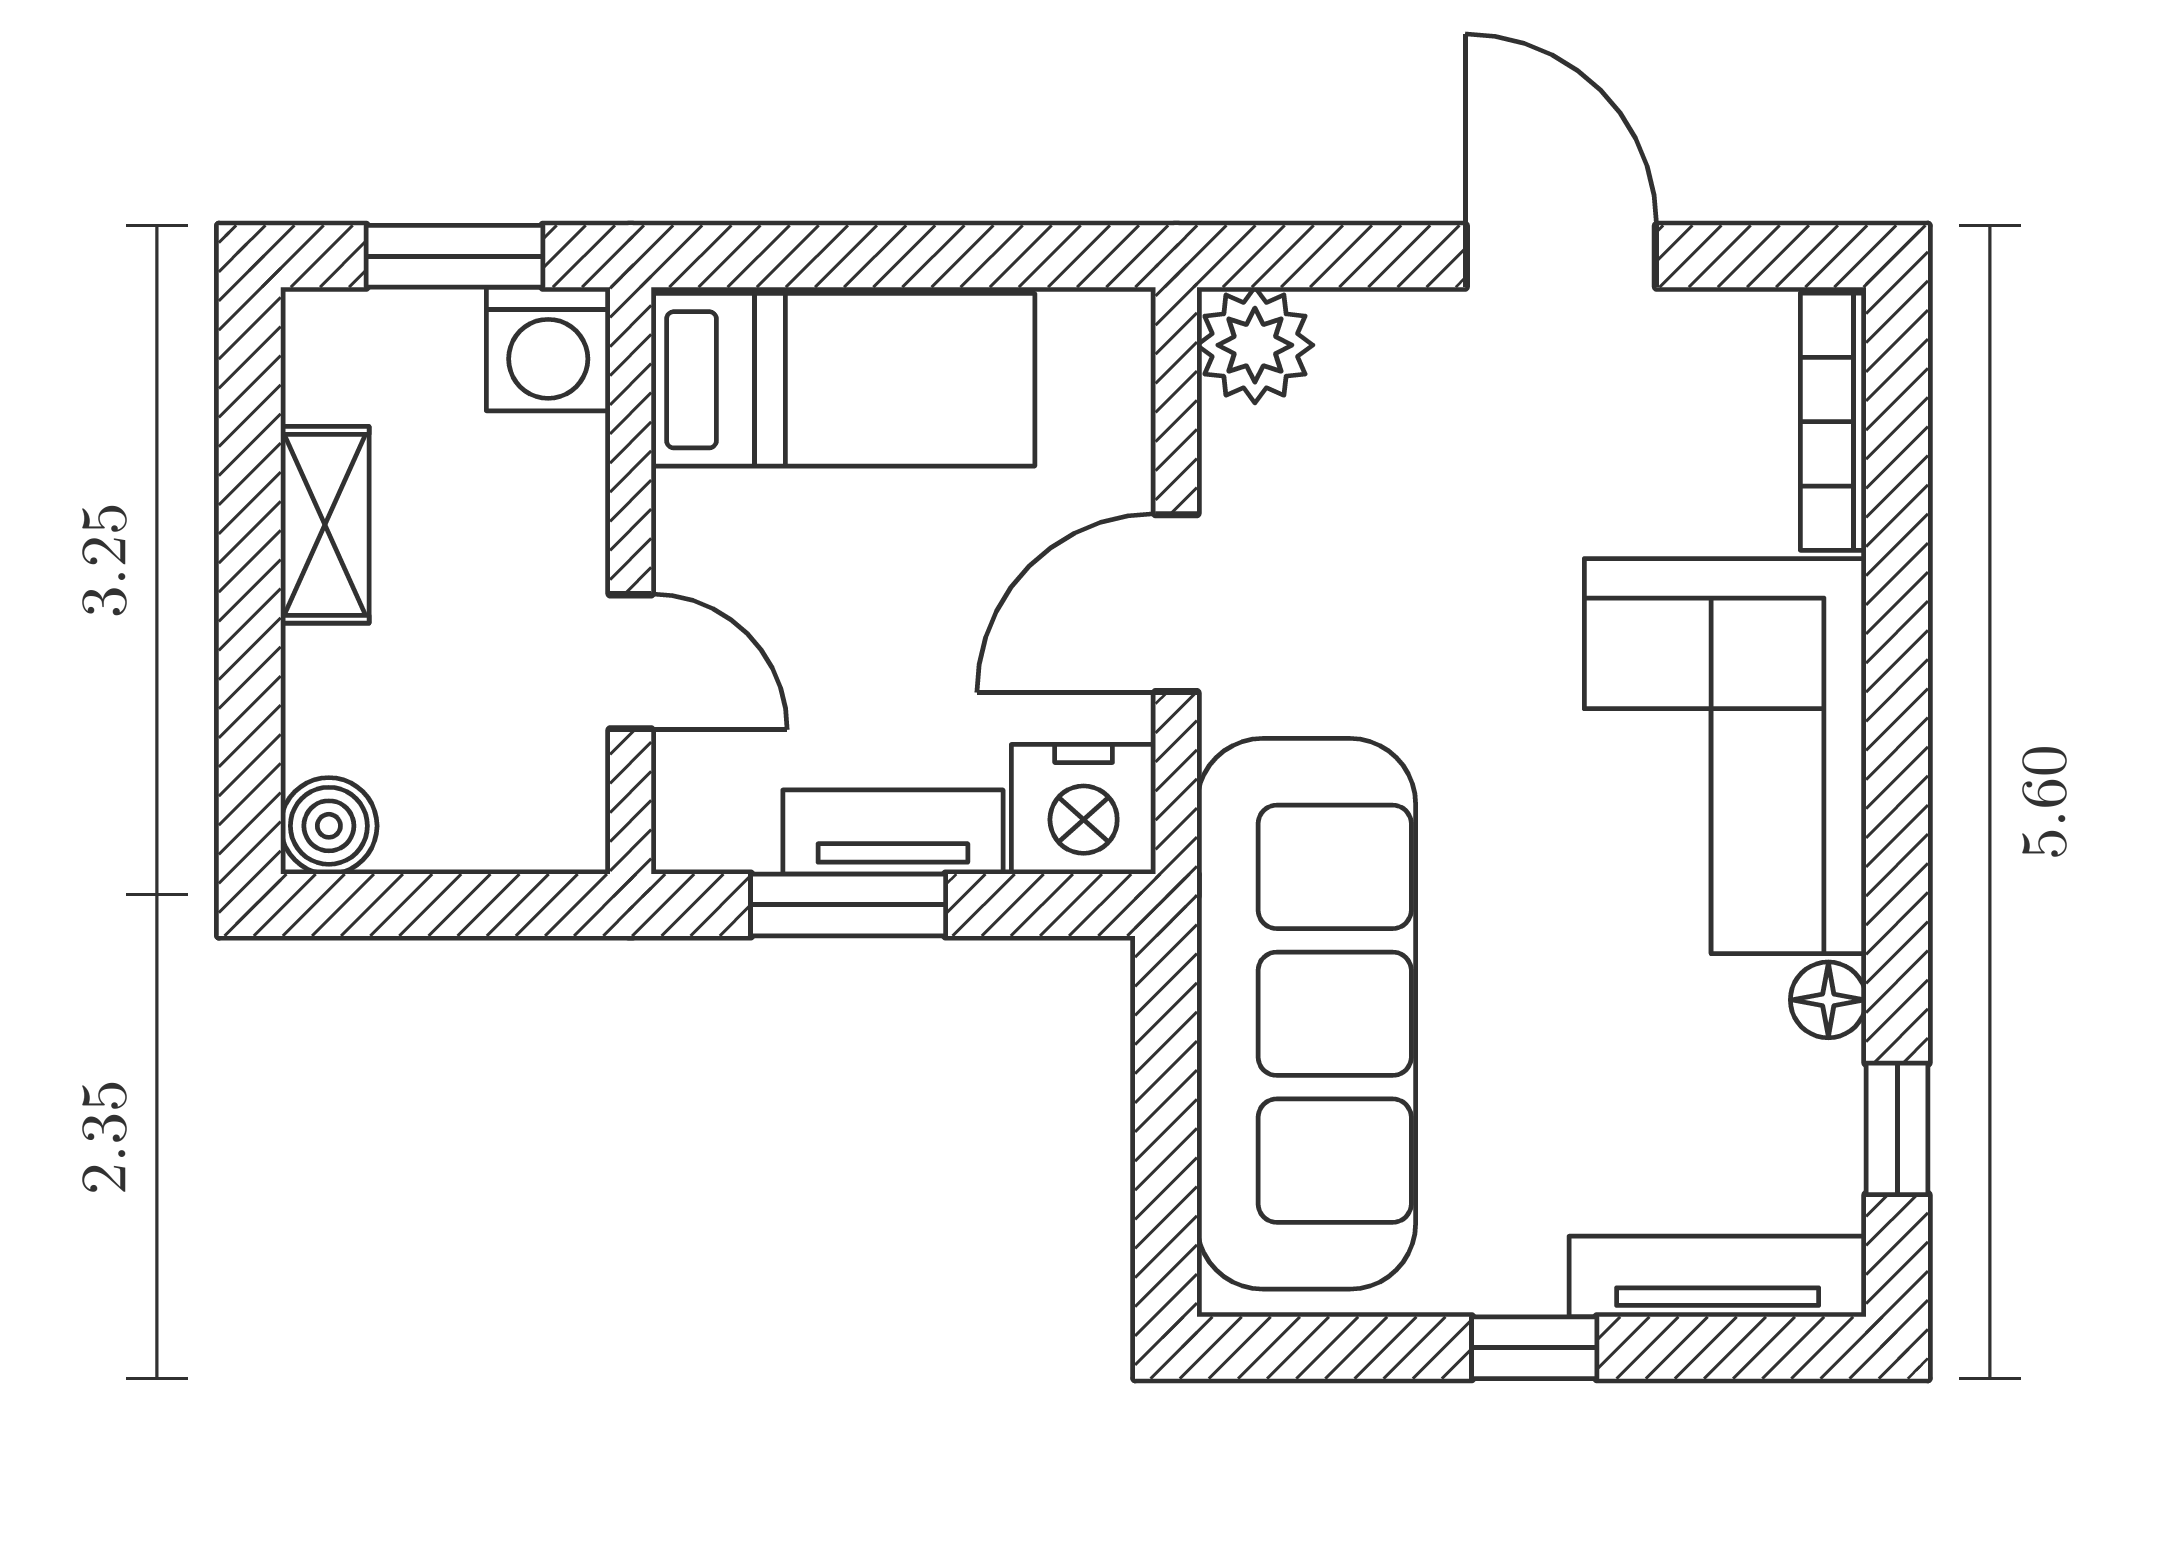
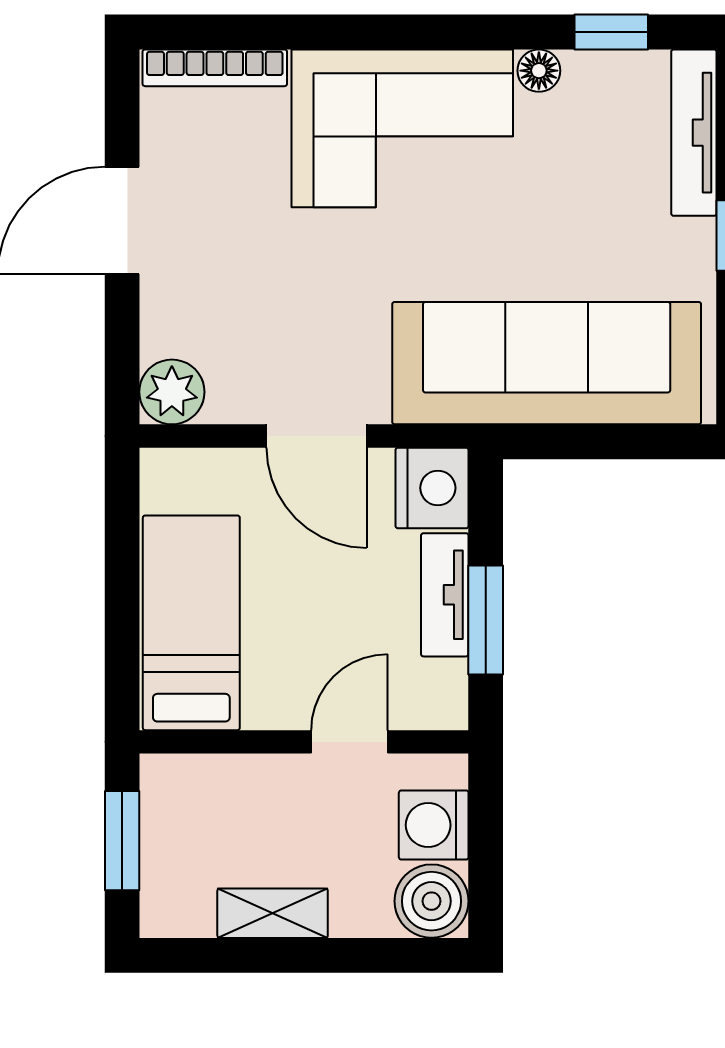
washing machine: (548, 349) -> (434, 825), moved, turned 180
boiler: (329, 826) -> (431, 901), width x1.36, depth x1.36

